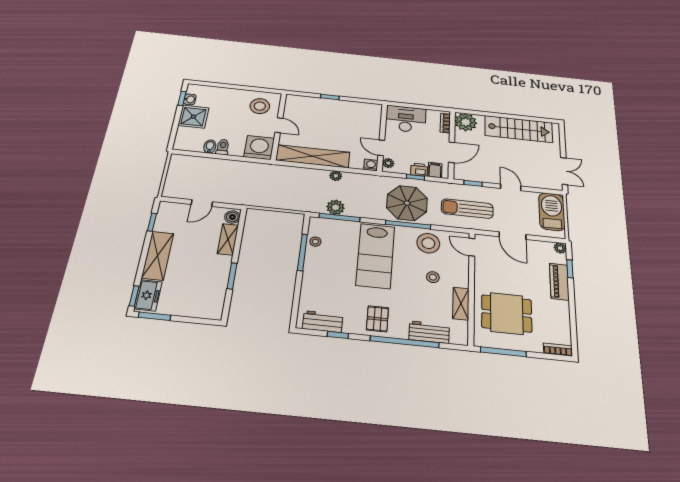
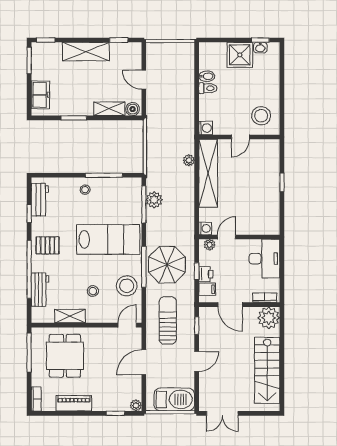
washing machine: (259, 148) -> (206, 128), width x0.53, depth x0.53
plant: (336, 176) -> (189, 160), moved
stool: (315, 242) -> (85, 190), moved
lab bench: (375, 256) -> (108, 239), turned 180
piano: (559, 282) -> (74, 403), moved
freezer: (148, 295) -> (40, 95), moved, turned -90

